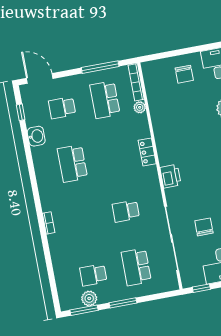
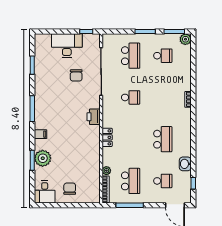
plant: (89, 298) -> (185, 39), moved

